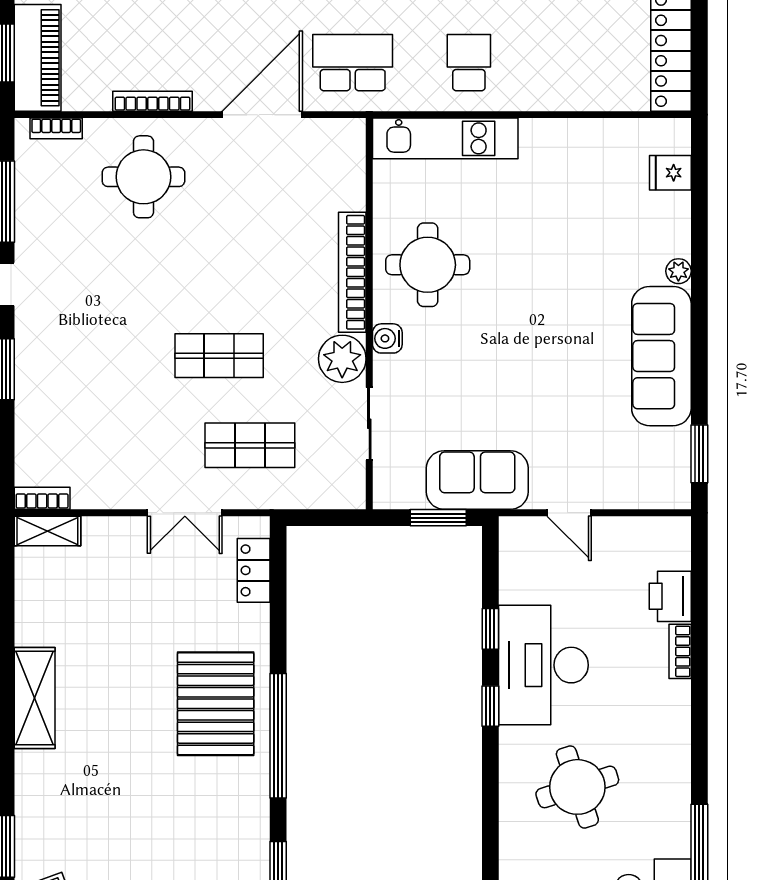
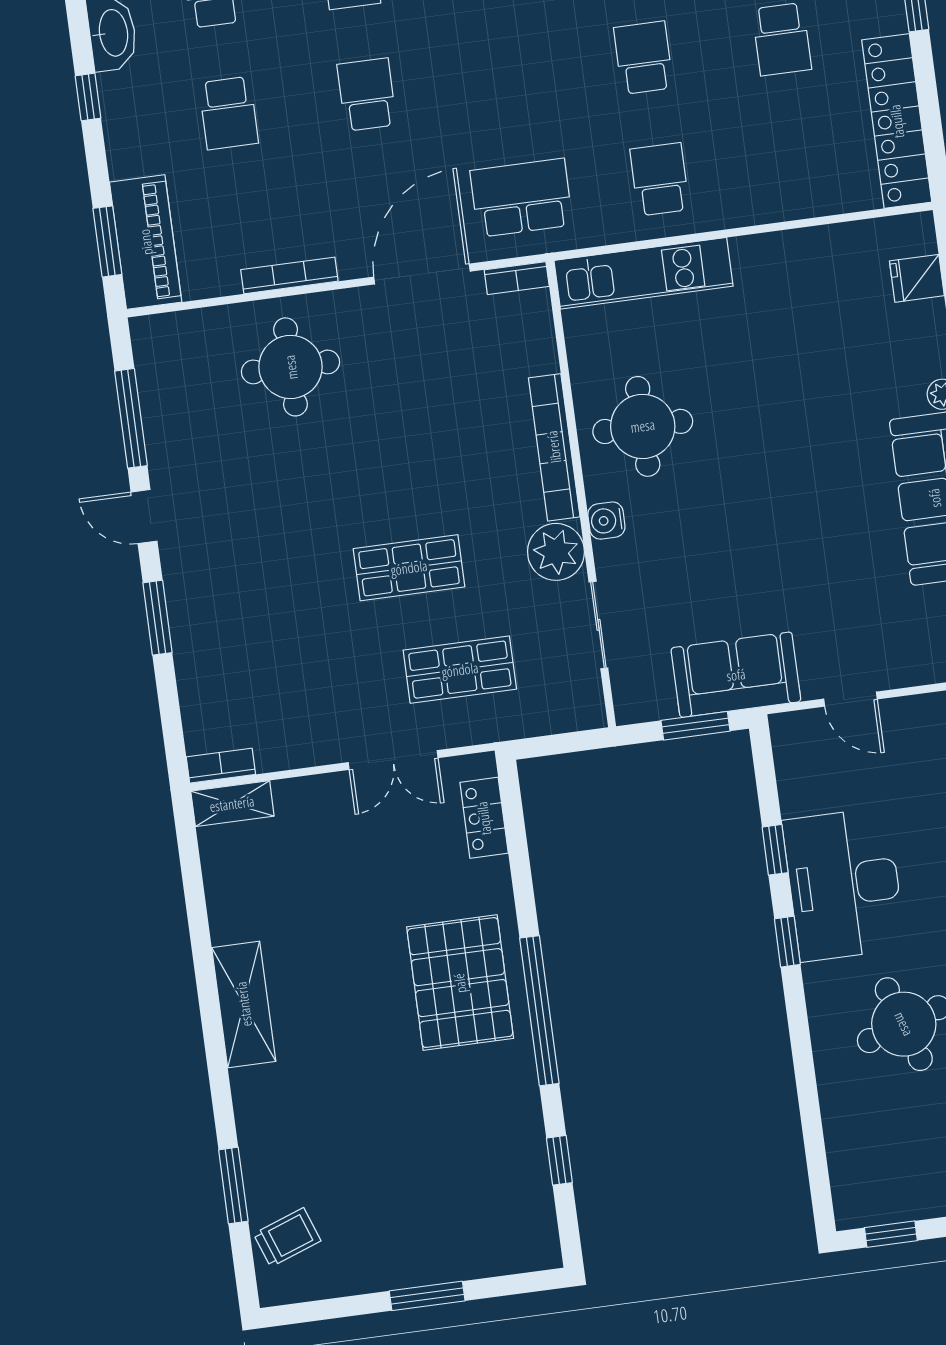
bookcase: (56, 128) -> (517, 278), moved

